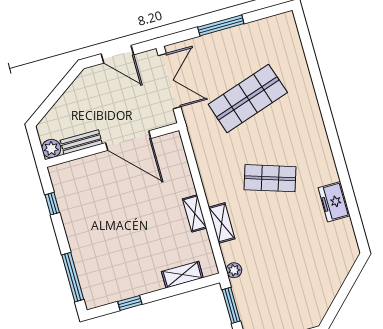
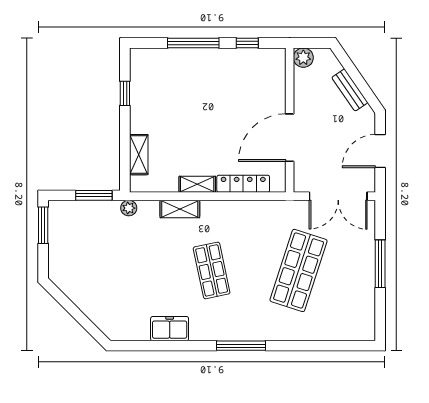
shop shelf: (248, 98) -> (299, 270), turned 36
window: (331, 132) -> (241, 346), added
bench: (81, 142) -> (350, 90), moved, turned -35
locker: (182, 171) -> (243, 184), added
shop shelf: (270, 178) -> (212, 270), turned -30
window: (73, 277) -> (193, 43), moved

